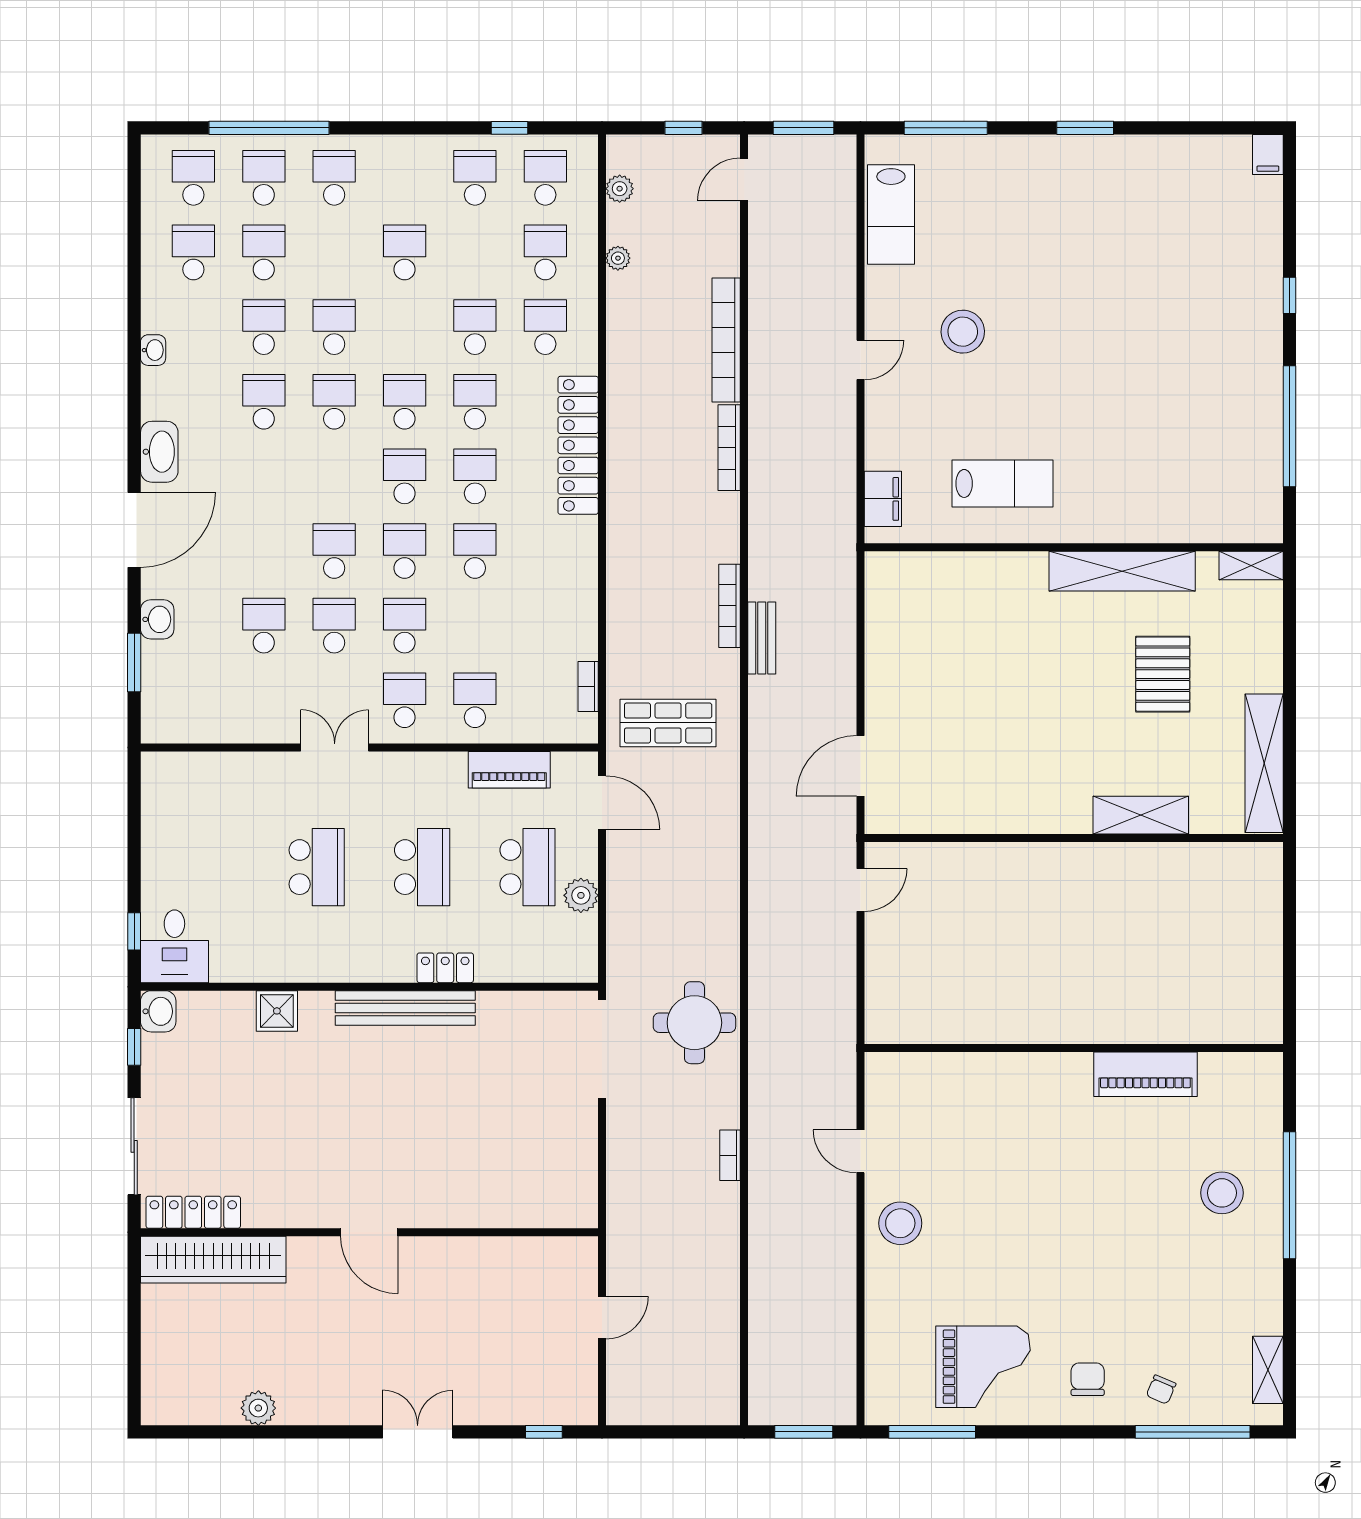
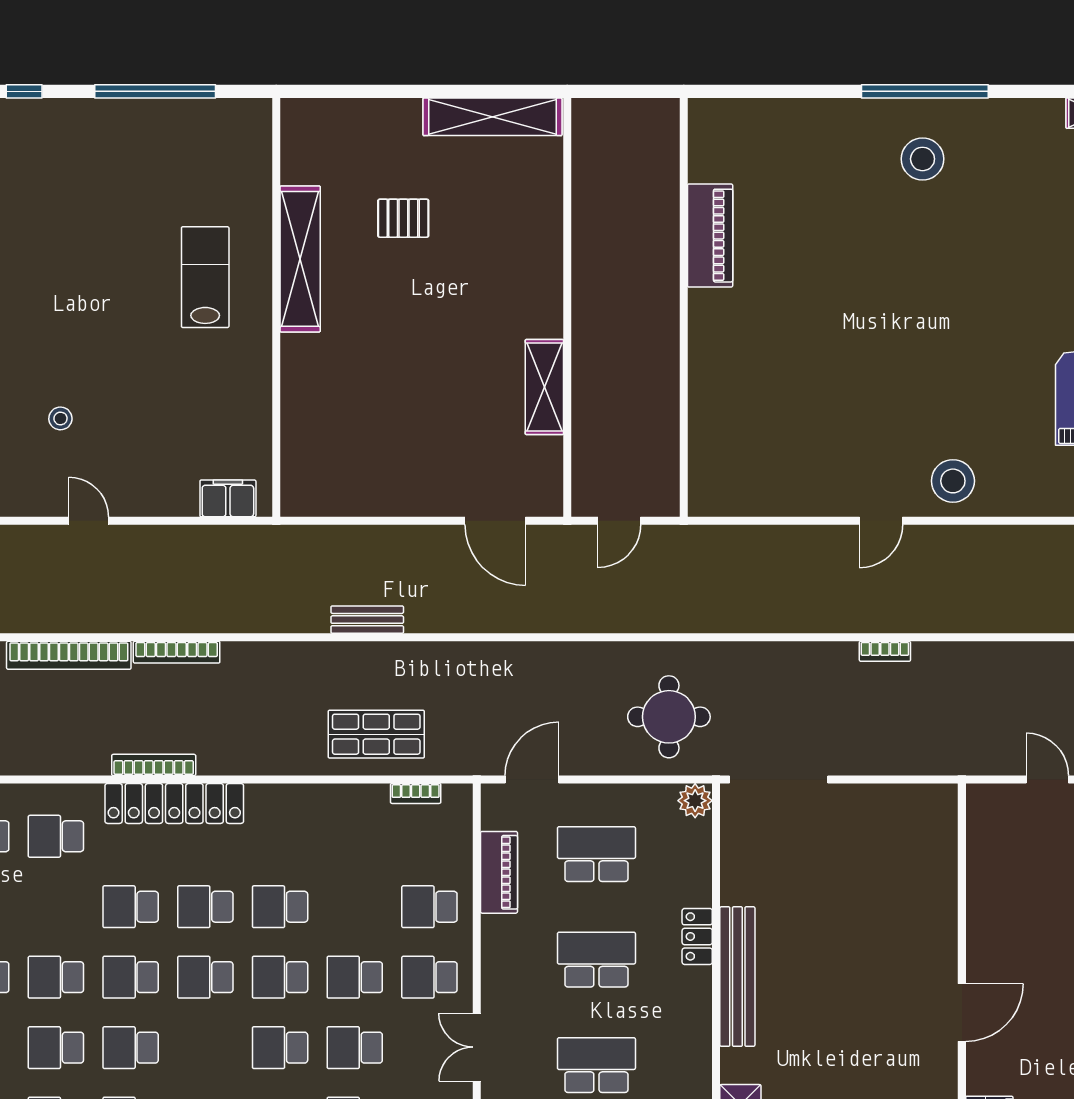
school desk: (475, 327) -> (56, 977), moved
stool: (963, 332) -> (60, 418), width x0.53, depth x0.53
lab bench: (1002, 483) -> (205, 277), moved
shelving: (1251, 566) -> (295, 130), removed
bookcase: (730, 606) -> (154, 765), moved, turned 180
pallet: (1163, 674) -> (403, 218), width x0.67, depth x0.71
shop shelf: (668, 723) -> (376, 734), moved, turned 90
shelving: (1141, 815) -> (544, 387), moved
door: (860, 890) -> (619, 521), swing flipped
plant: (581, 895) -> (695, 801), moved
round table: (694, 1023) -> (669, 717), moved
wall: (1074, 1048) -> (684, 307), moved
piano: (1145, 1074) -> (710, 236), moved

